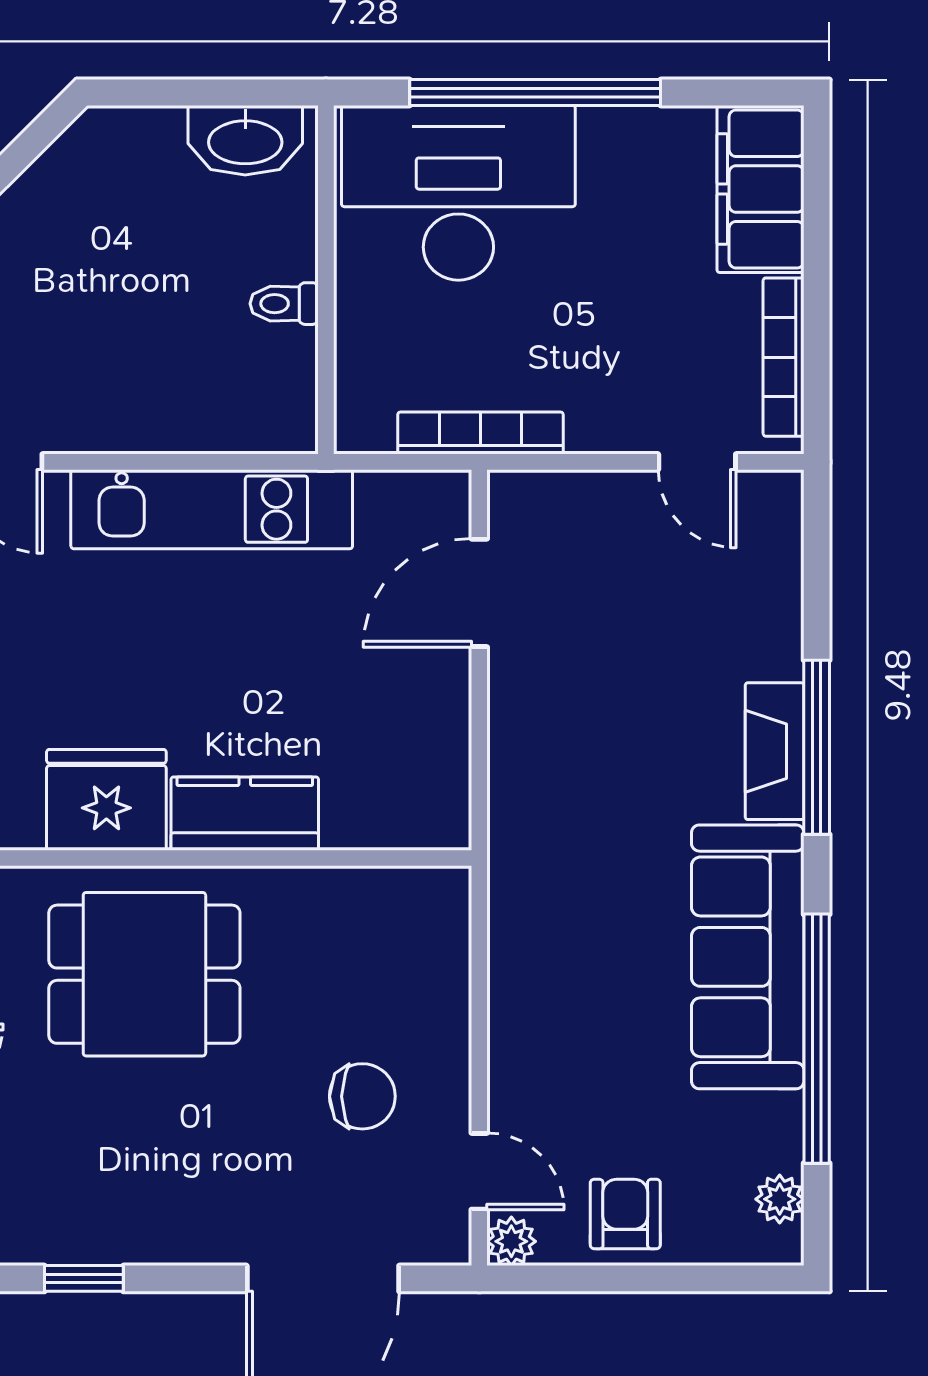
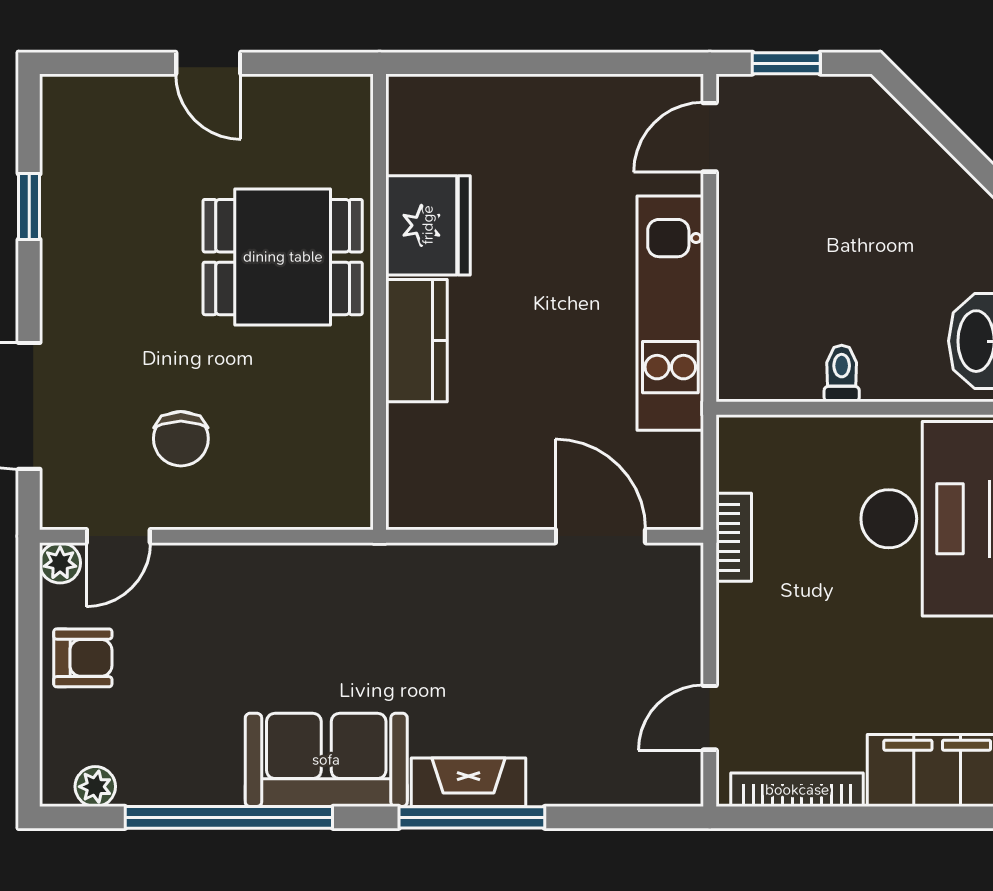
bookcase: (480, 433) -> (734, 537), width x0.64
sofa: (748, 957) -> (326, 760), width x0.73
dining table: (144, 974) -> (283, 257), turned 90

